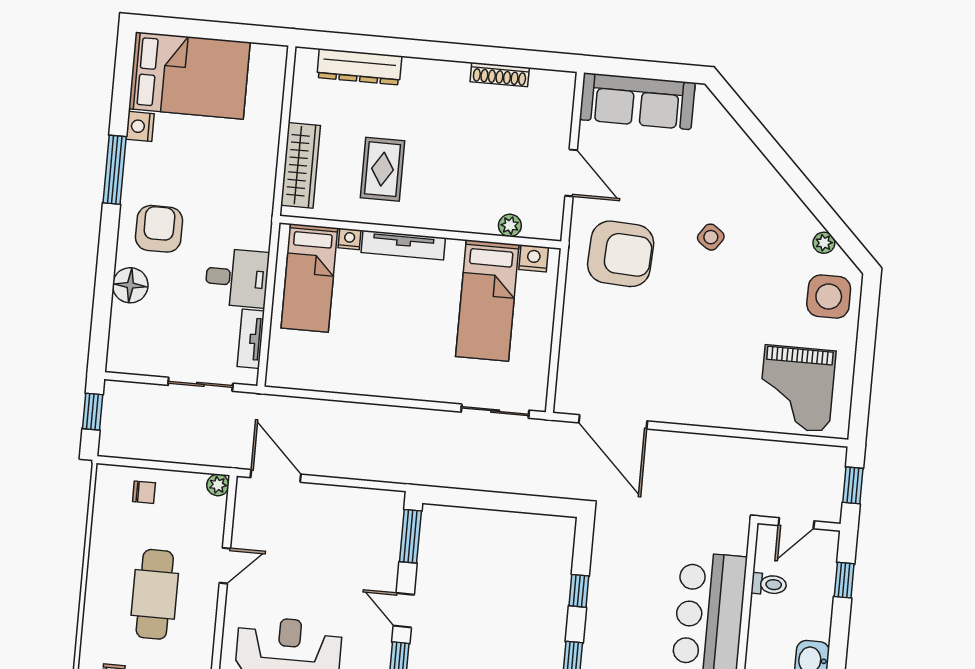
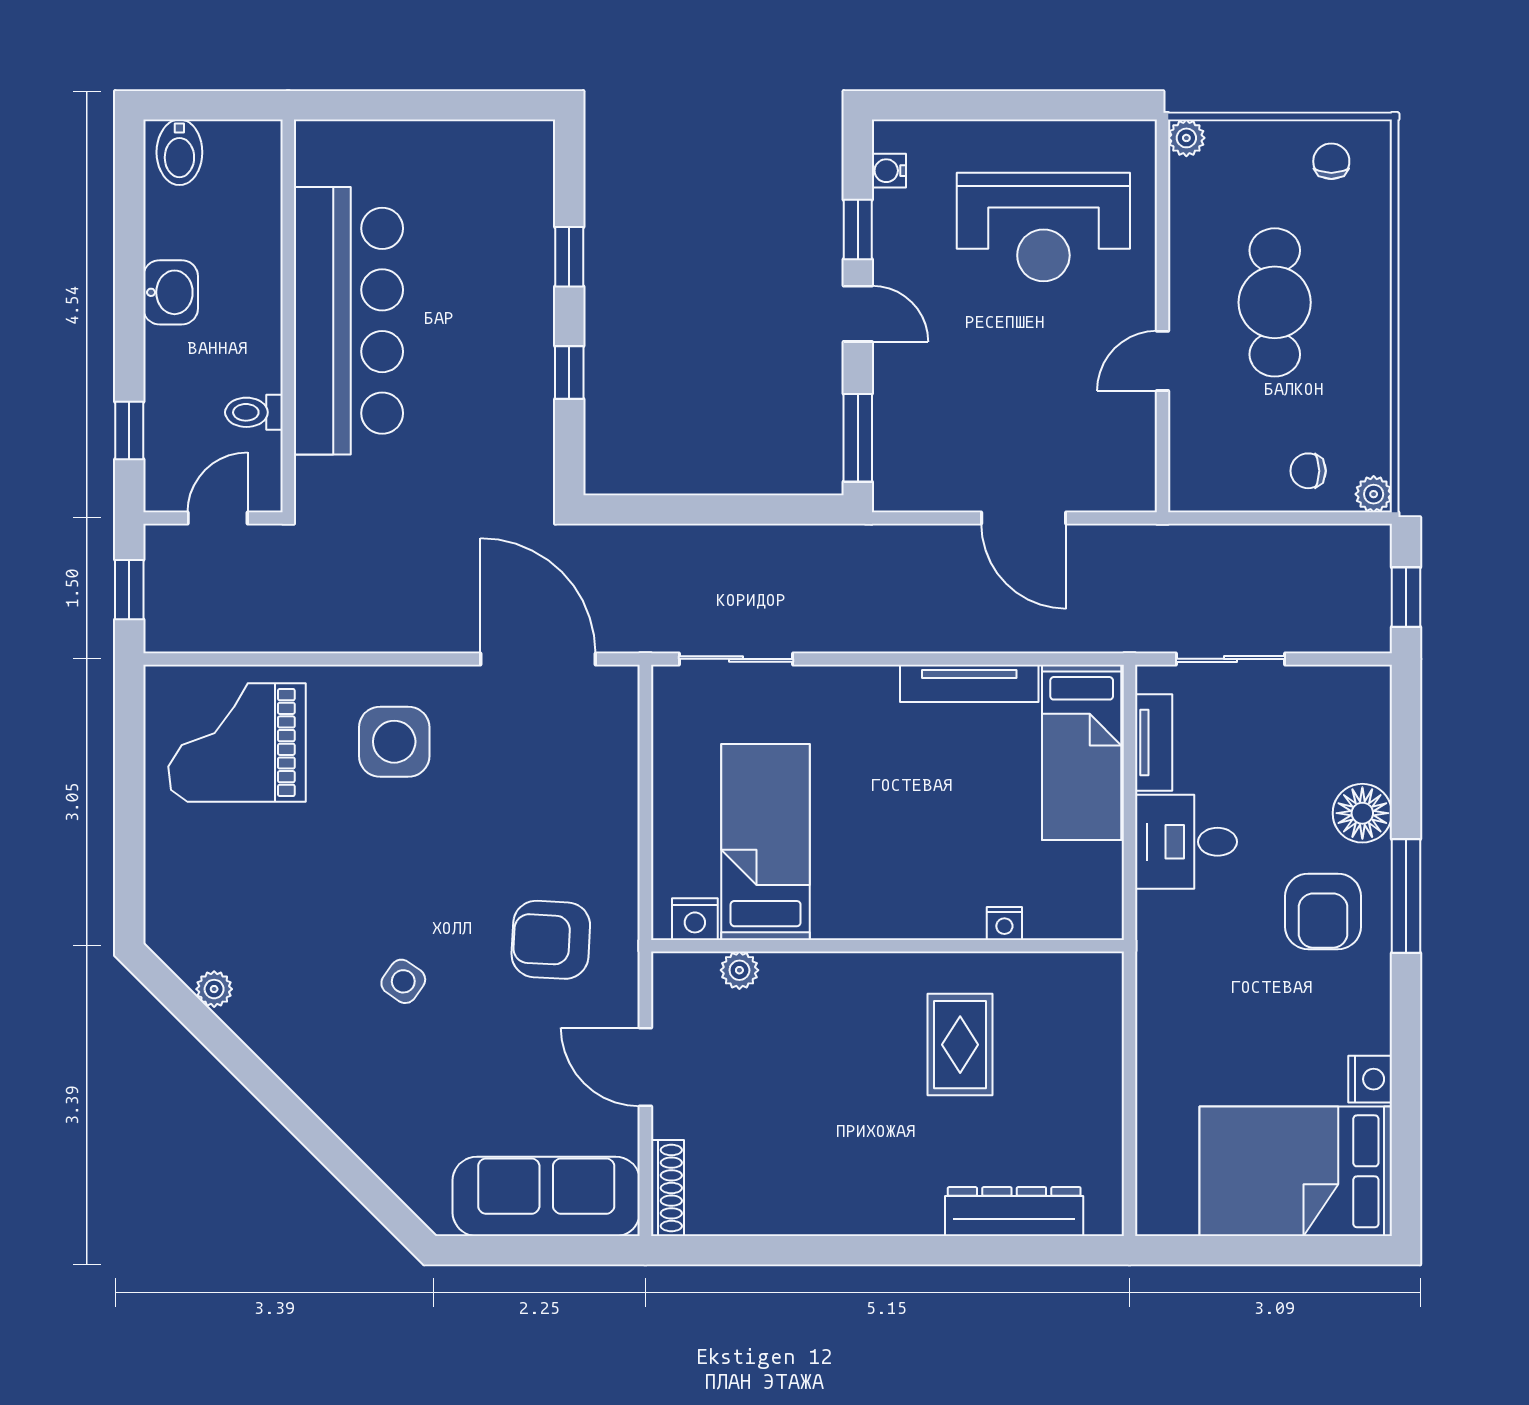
shoe rack: (500, 75) -> (667, 1188), moved, turned 90
wardrobe: (301, 165) -> (1097, 1039), removed
window: (115, 170) -> (1406, 896), moved
tv unit: (403, 245) -> (969, 683), moved, turned 180
armchair: (621, 254) -> (551, 940), width x0.73, depth x0.73
bed: (309, 278) -> (1082, 752), moved, turned 180
side table: (829, 297) -> (394, 742), moved
grand piano: (797, 388) -> (237, 742), turned -90
door: (276, 476) -> (1024, 518), moved
plant: (218, 485) -> (1374, 494), moved

